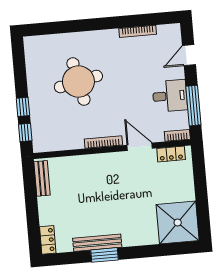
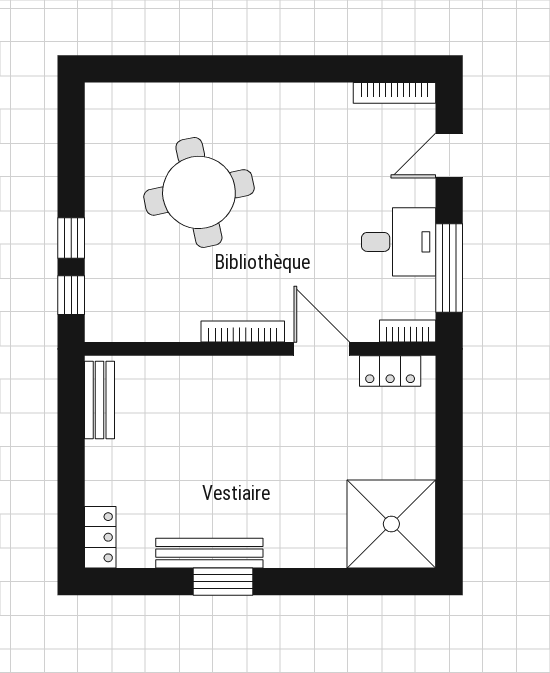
bookcase: (138, 31) -> (394, 93), moved

